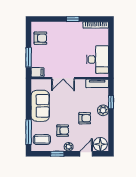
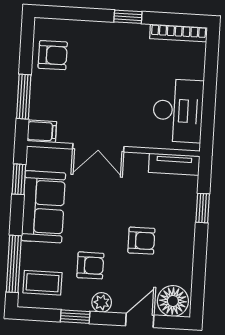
window: (29, 94) -> (19, 179), added
plant: (103, 110) -> (183, 225), removed

